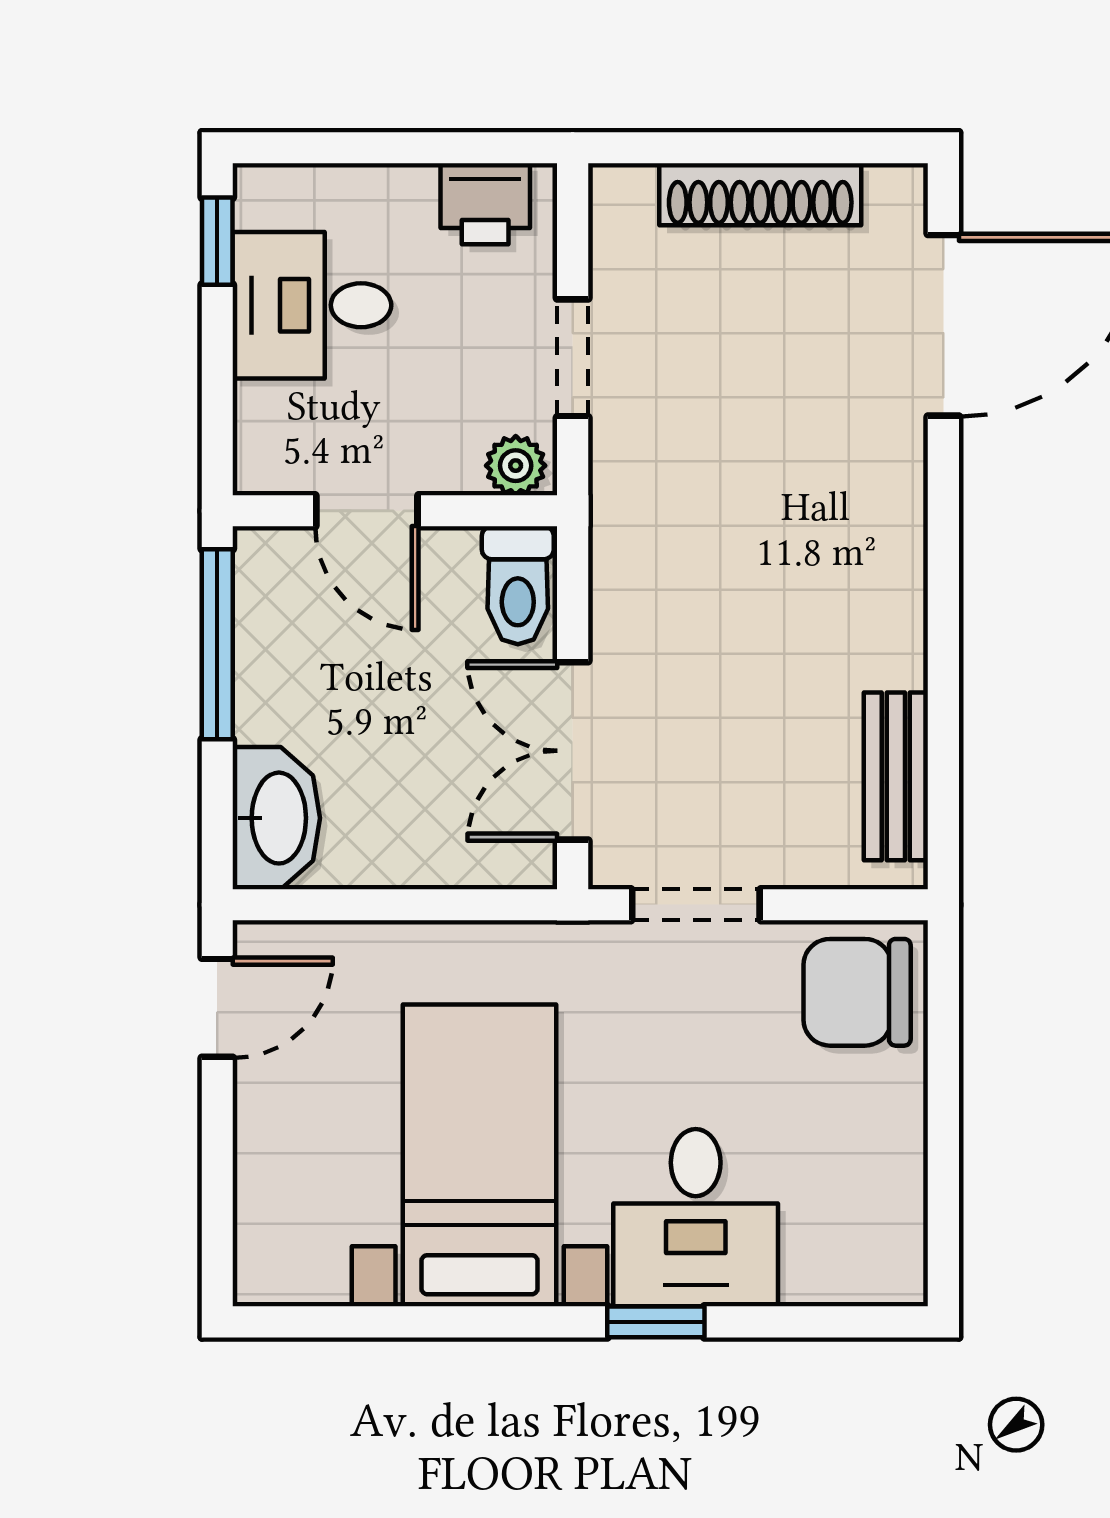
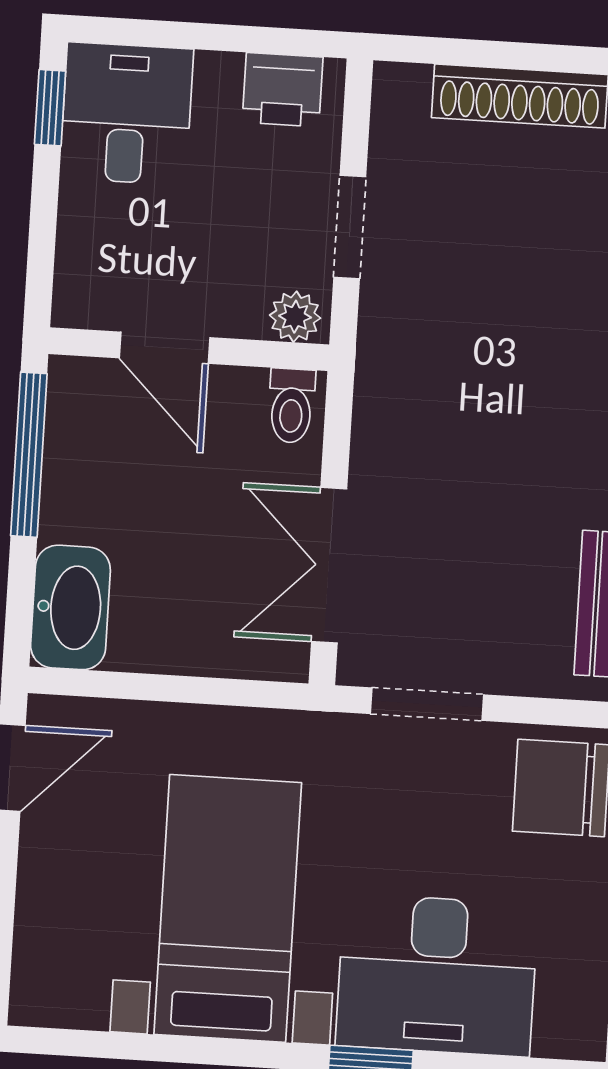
desk: (312, 305) -> (127, 114), moved, turned 90
toilet: (518, 585) -> (291, 406), width x0.73, depth x0.72
desk: (696, 1218) -> (437, 975), width x1.37

